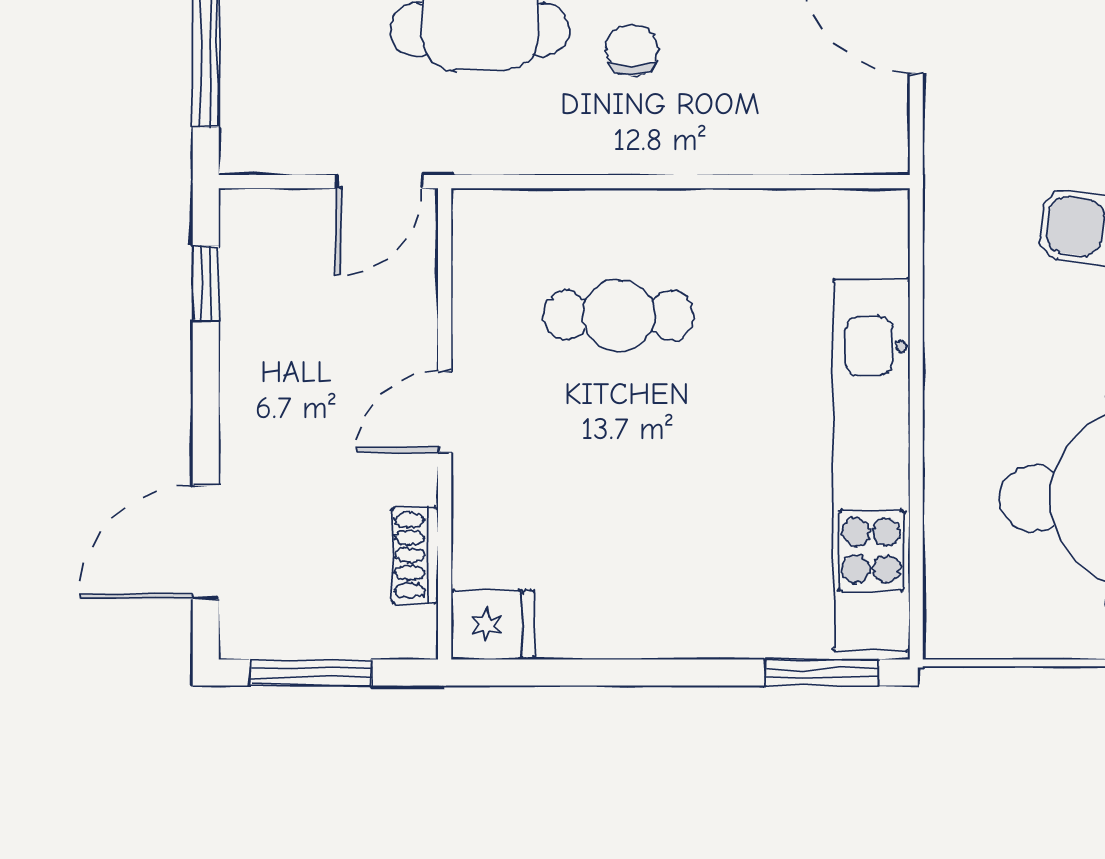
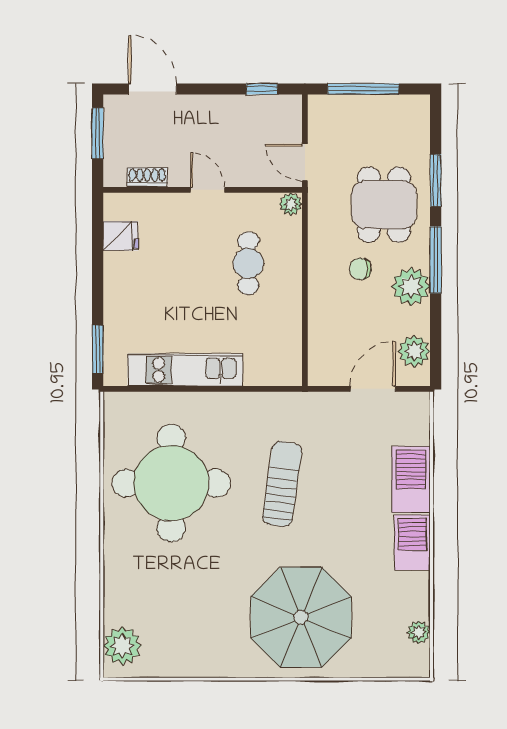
chair: (632, 50) -> (360, 269), turned 180
plant: (478, 215) -> (291, 204), added
kitchen unit: (871, 465) -> (185, 370), width x0.73
fridge: (493, 625) -> (121, 236), moved, turned -90

